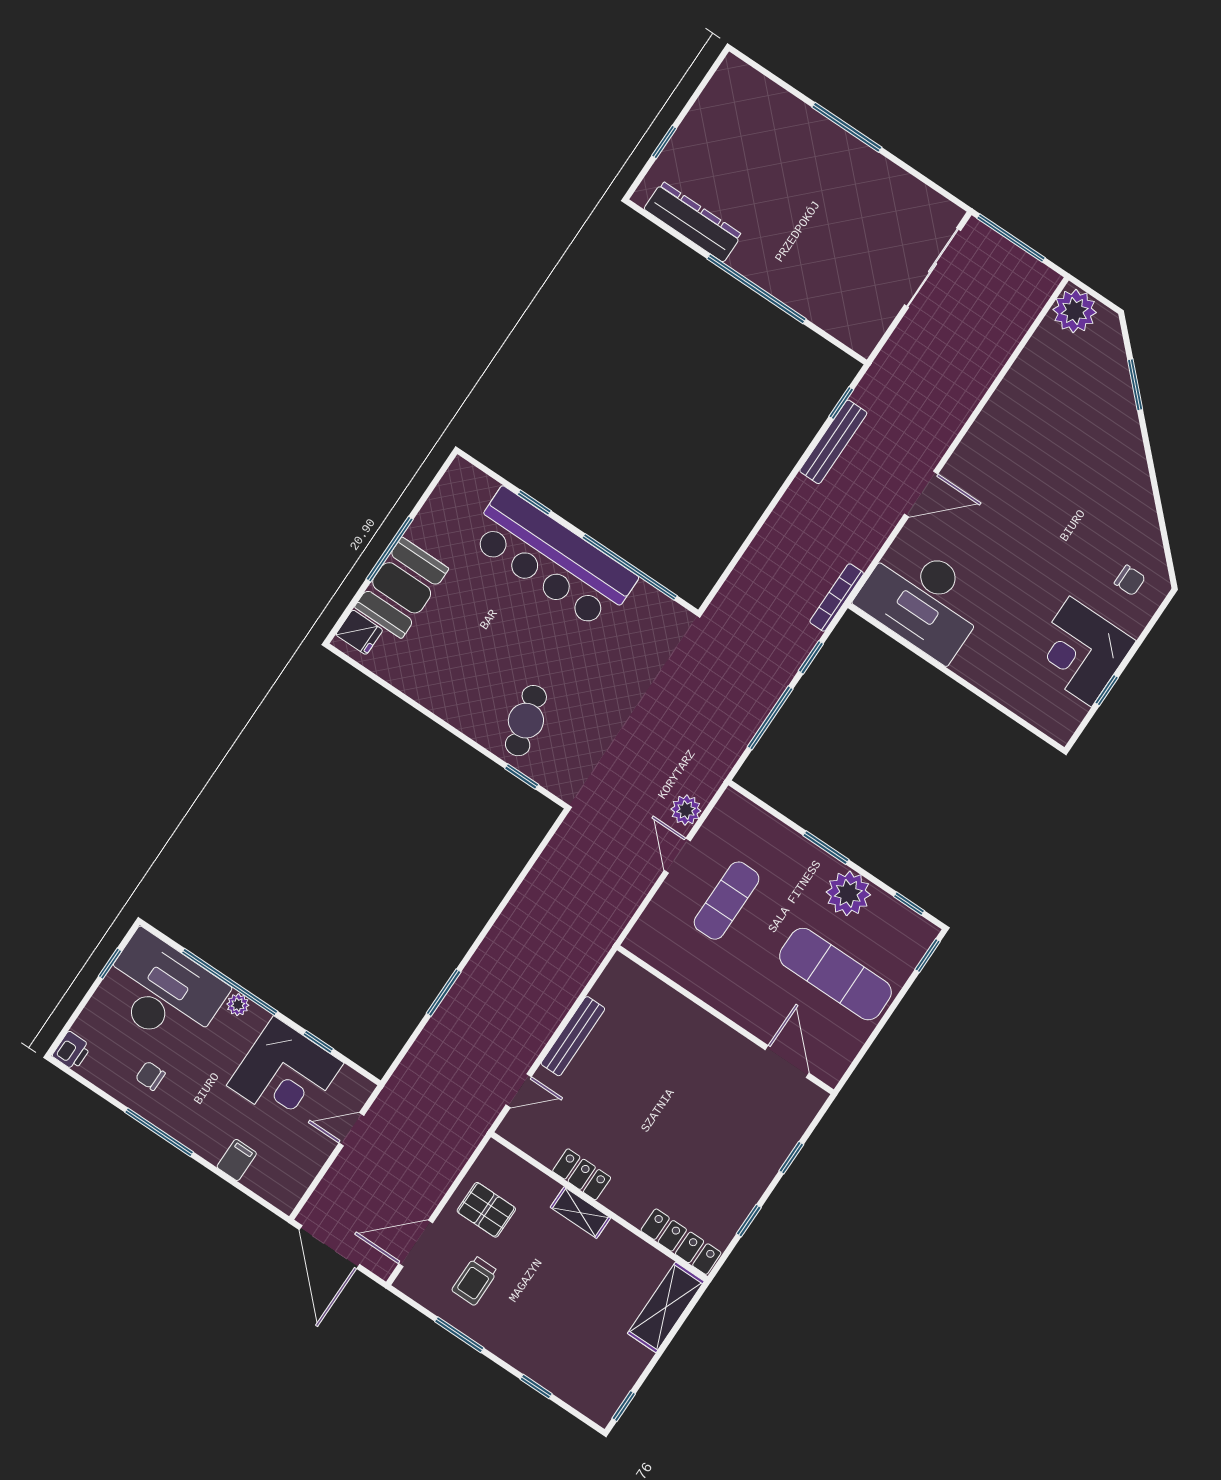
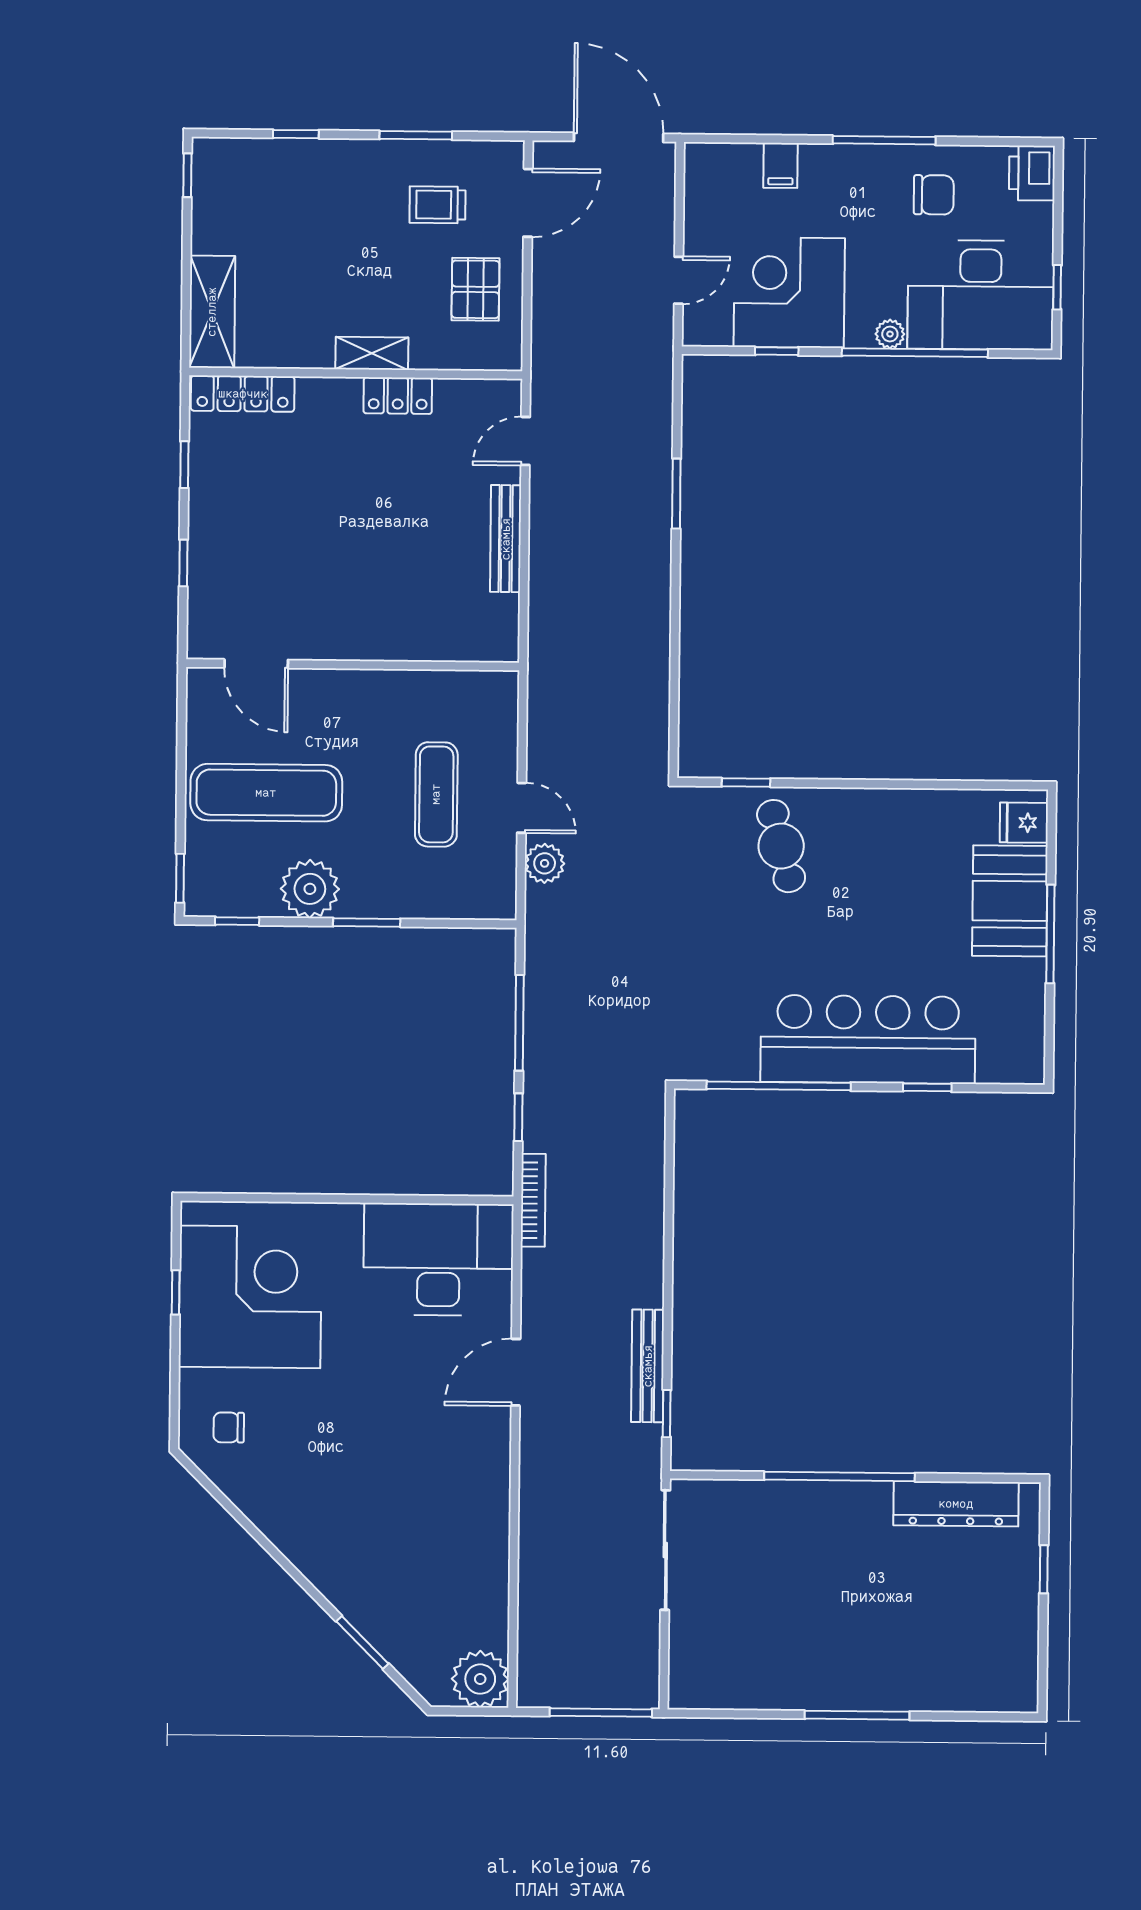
sliding door: (933, 268) -> (665, 1550), moved
corner desk: (1081, 652) -> (250, 1297), width x1.36, depth x1.36
printer: (72, 1051) -> (1032, 173), width x1.36, depth x1.24
chair: (150, 1076) -> (934, 195), width x1.37, depth x1.37
pallet: (486, 1210) -> (475, 289), turned 90
trolley: (475, 1281) -> (438, 205), turned -90

